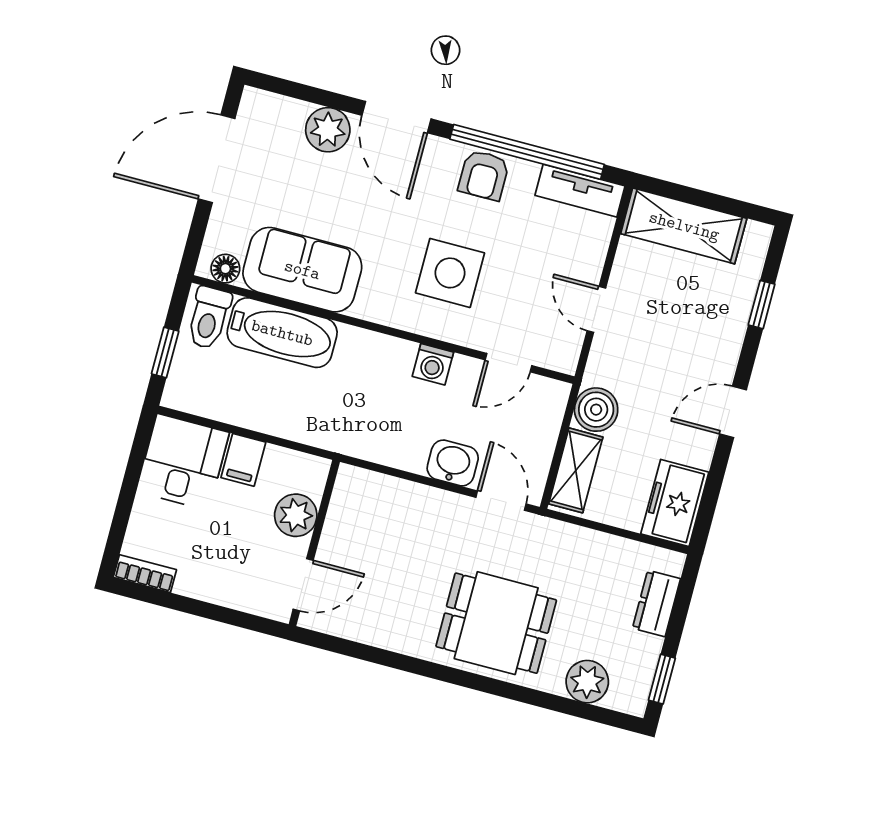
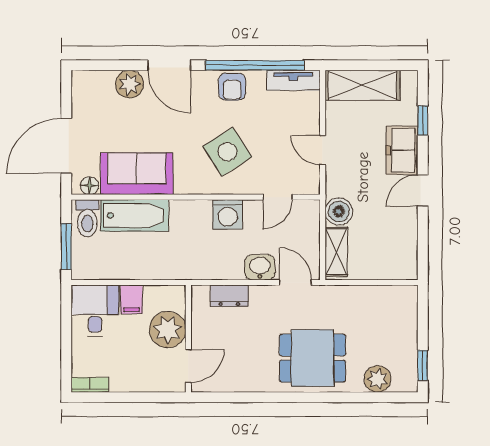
door: (217, 159) -> (66, 146), moved
side table: (450, 273) -> (227, 152), turned -33
window: (165, 352) -> (66, 247), width x1.50
washing machine: (433, 364) -> (228, 214), width x1.38, depth x1.38
freezer: (675, 503) -> (402, 150), moved
plant: (296, 515) -> (168, 330), width x1.36, depth x1.36
dresser: (656, 603) -> (229, 296), moved, turned -90

